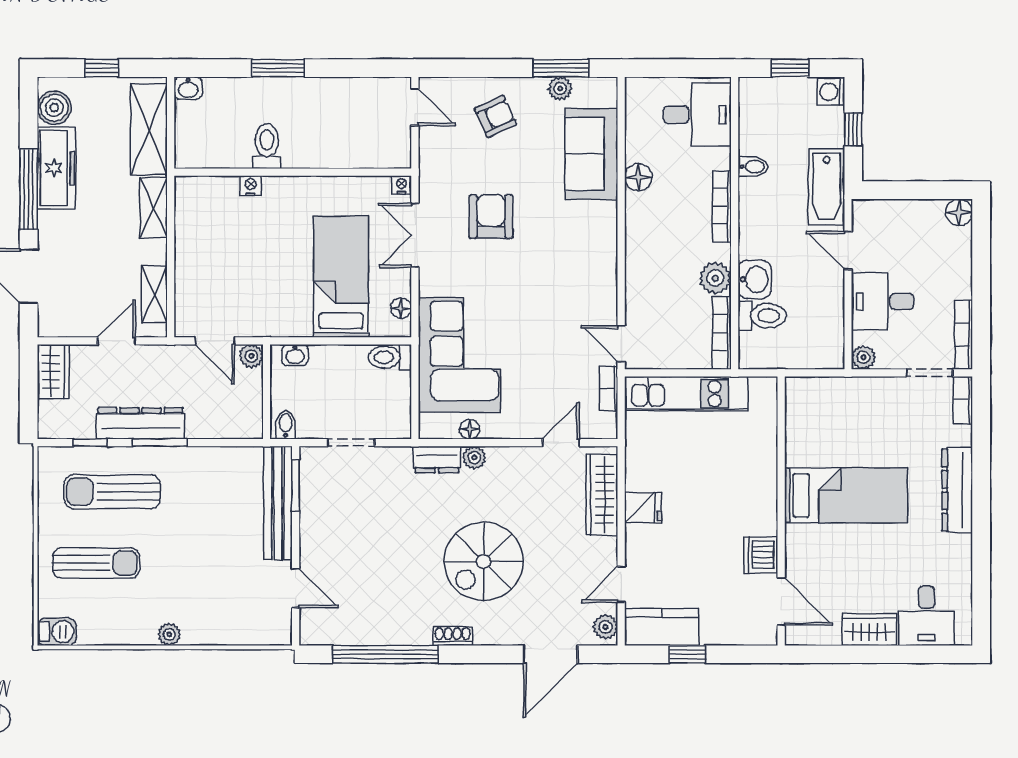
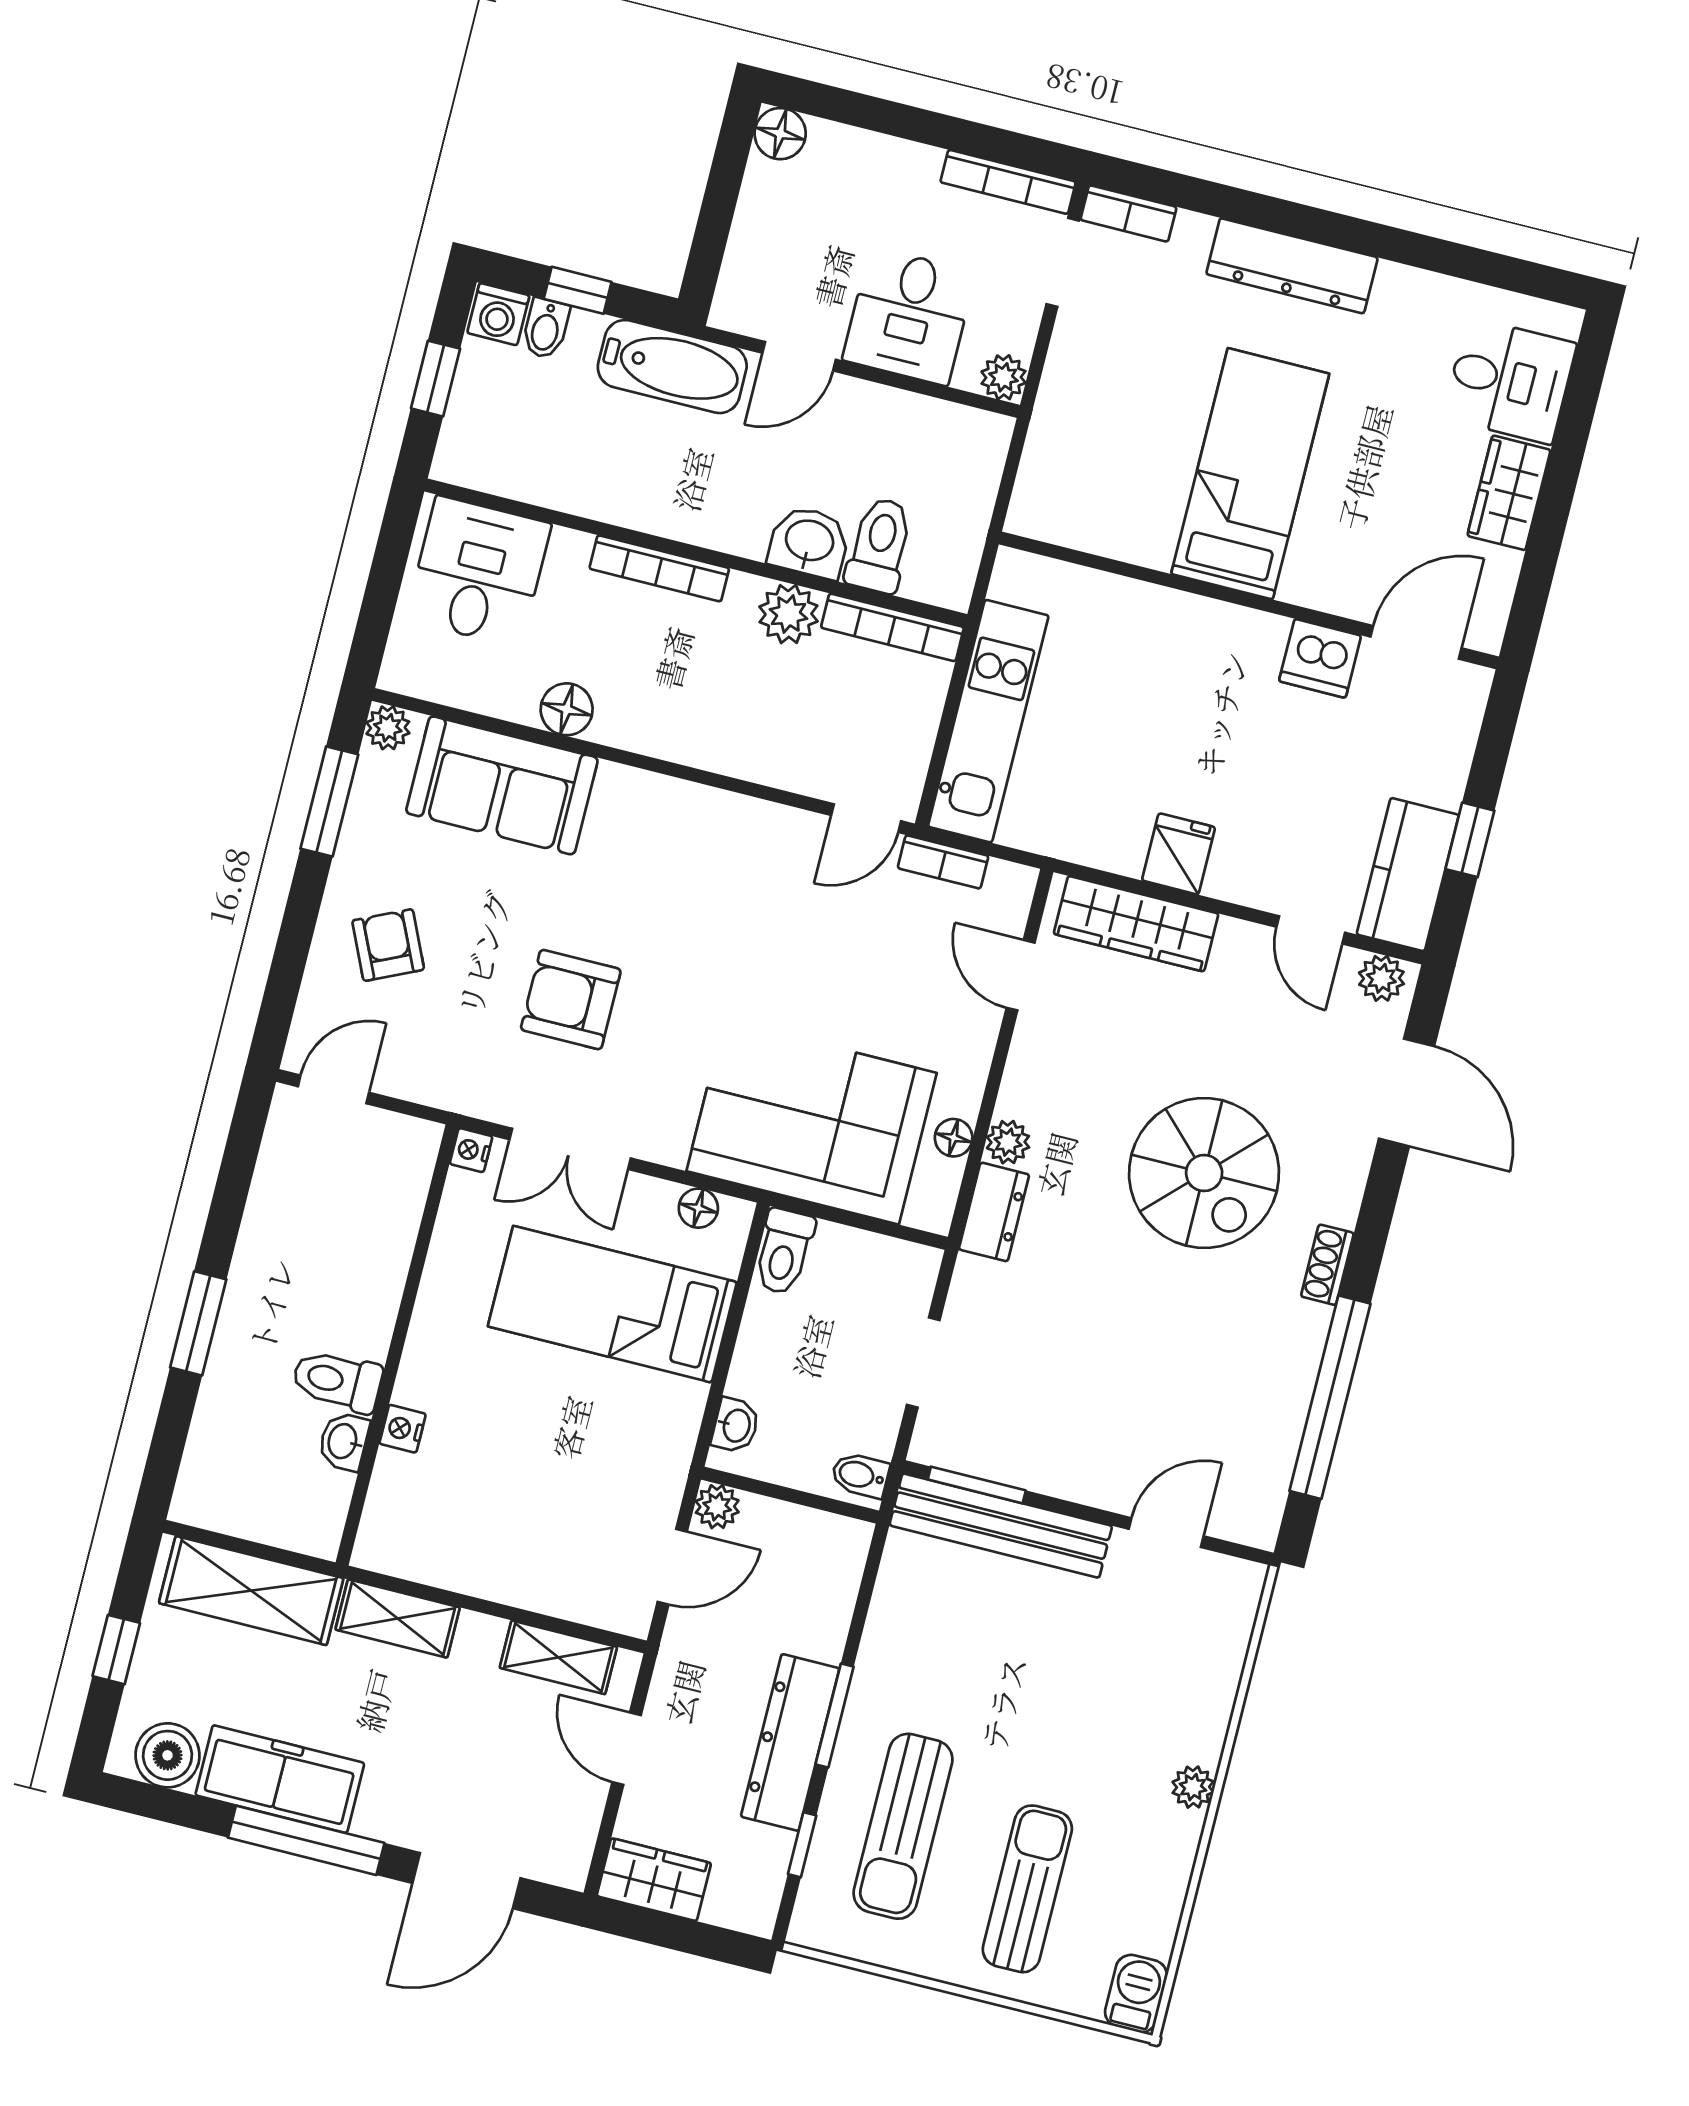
washbasin: (188, 88) -> (344, 1441), moved, turned 180
plant: (560, 88) -> (388, 728), moved
bidet: (753, 167) -> (546, 328), moved, turned 180

